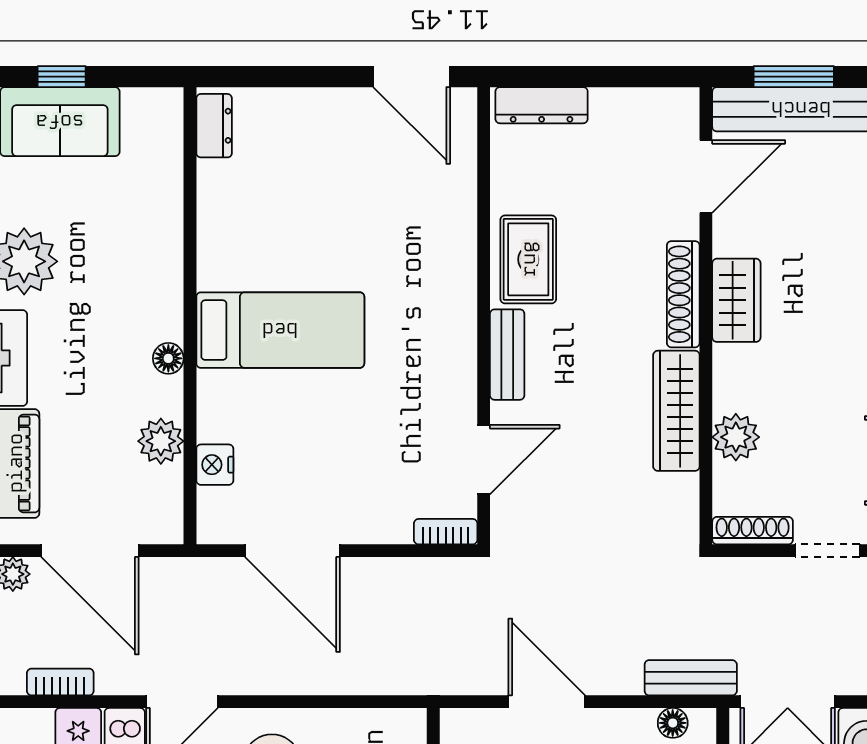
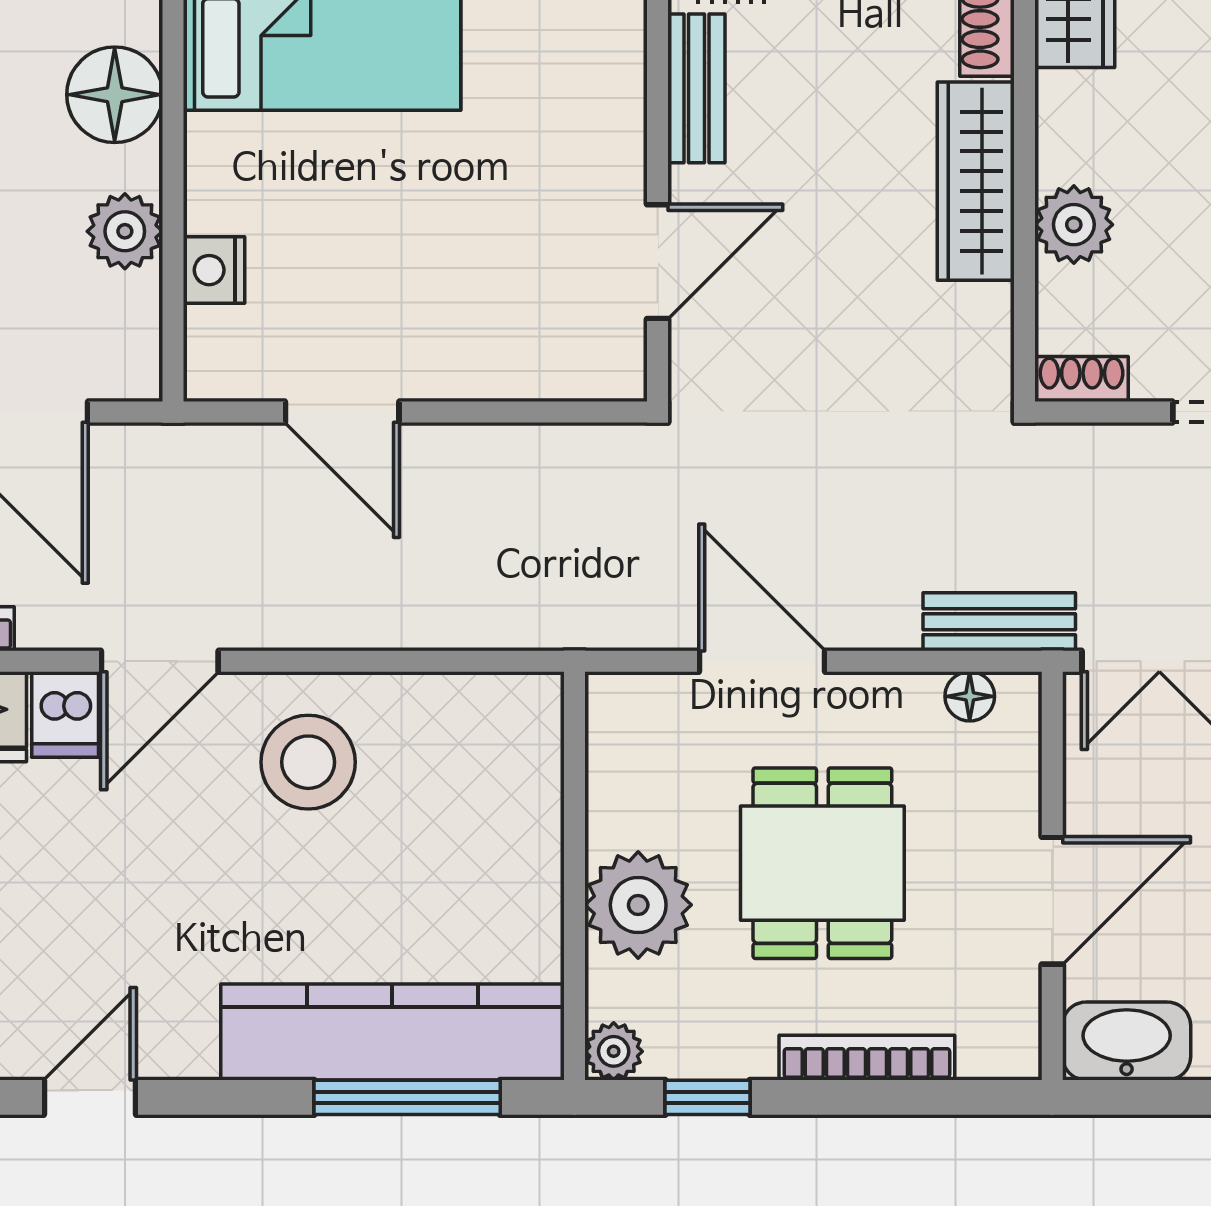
floor lamp: (168, 358) -> (115, 95), width x1.89, depth x1.89
shoe rack: (753, 531) -> (1082, 379), width x0.70
bookcase: (446, 532) -> (595, 381), removed
door: (292, 551) -> (342, 412), width x0.73

